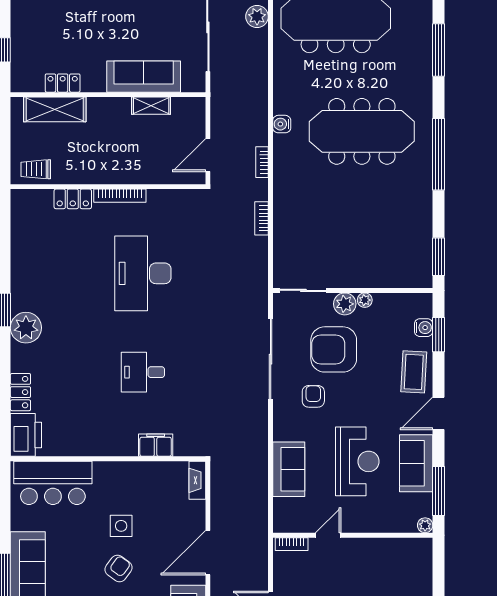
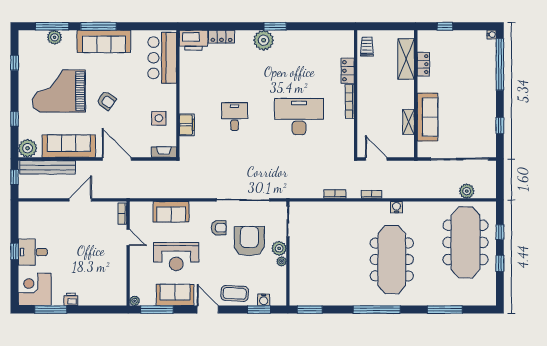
side table: (121, 526) -> (159, 118), moved

